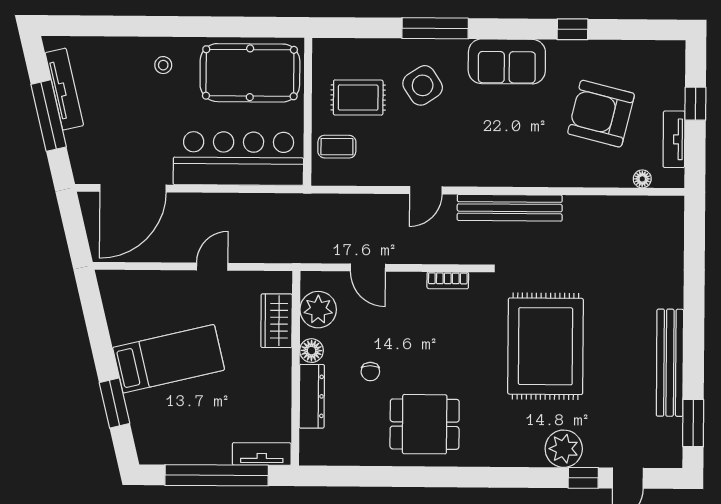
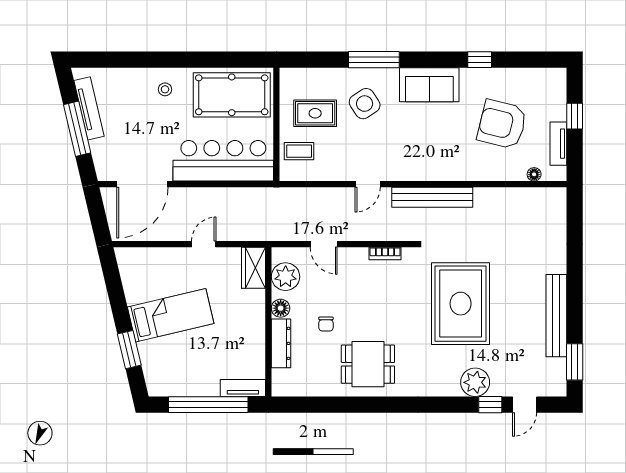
wardrobe: (277, 321) -> (254, 268), moved

